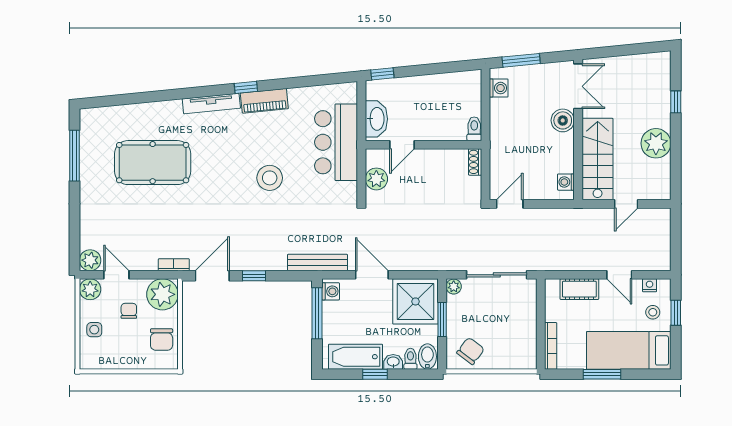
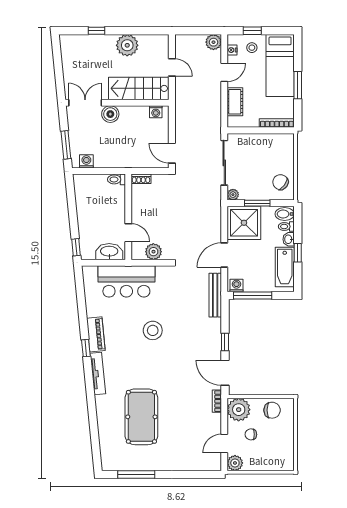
plant: (90, 260) -> (213, 42), moved
side table: (94, 330) -> (265, 460), removed

